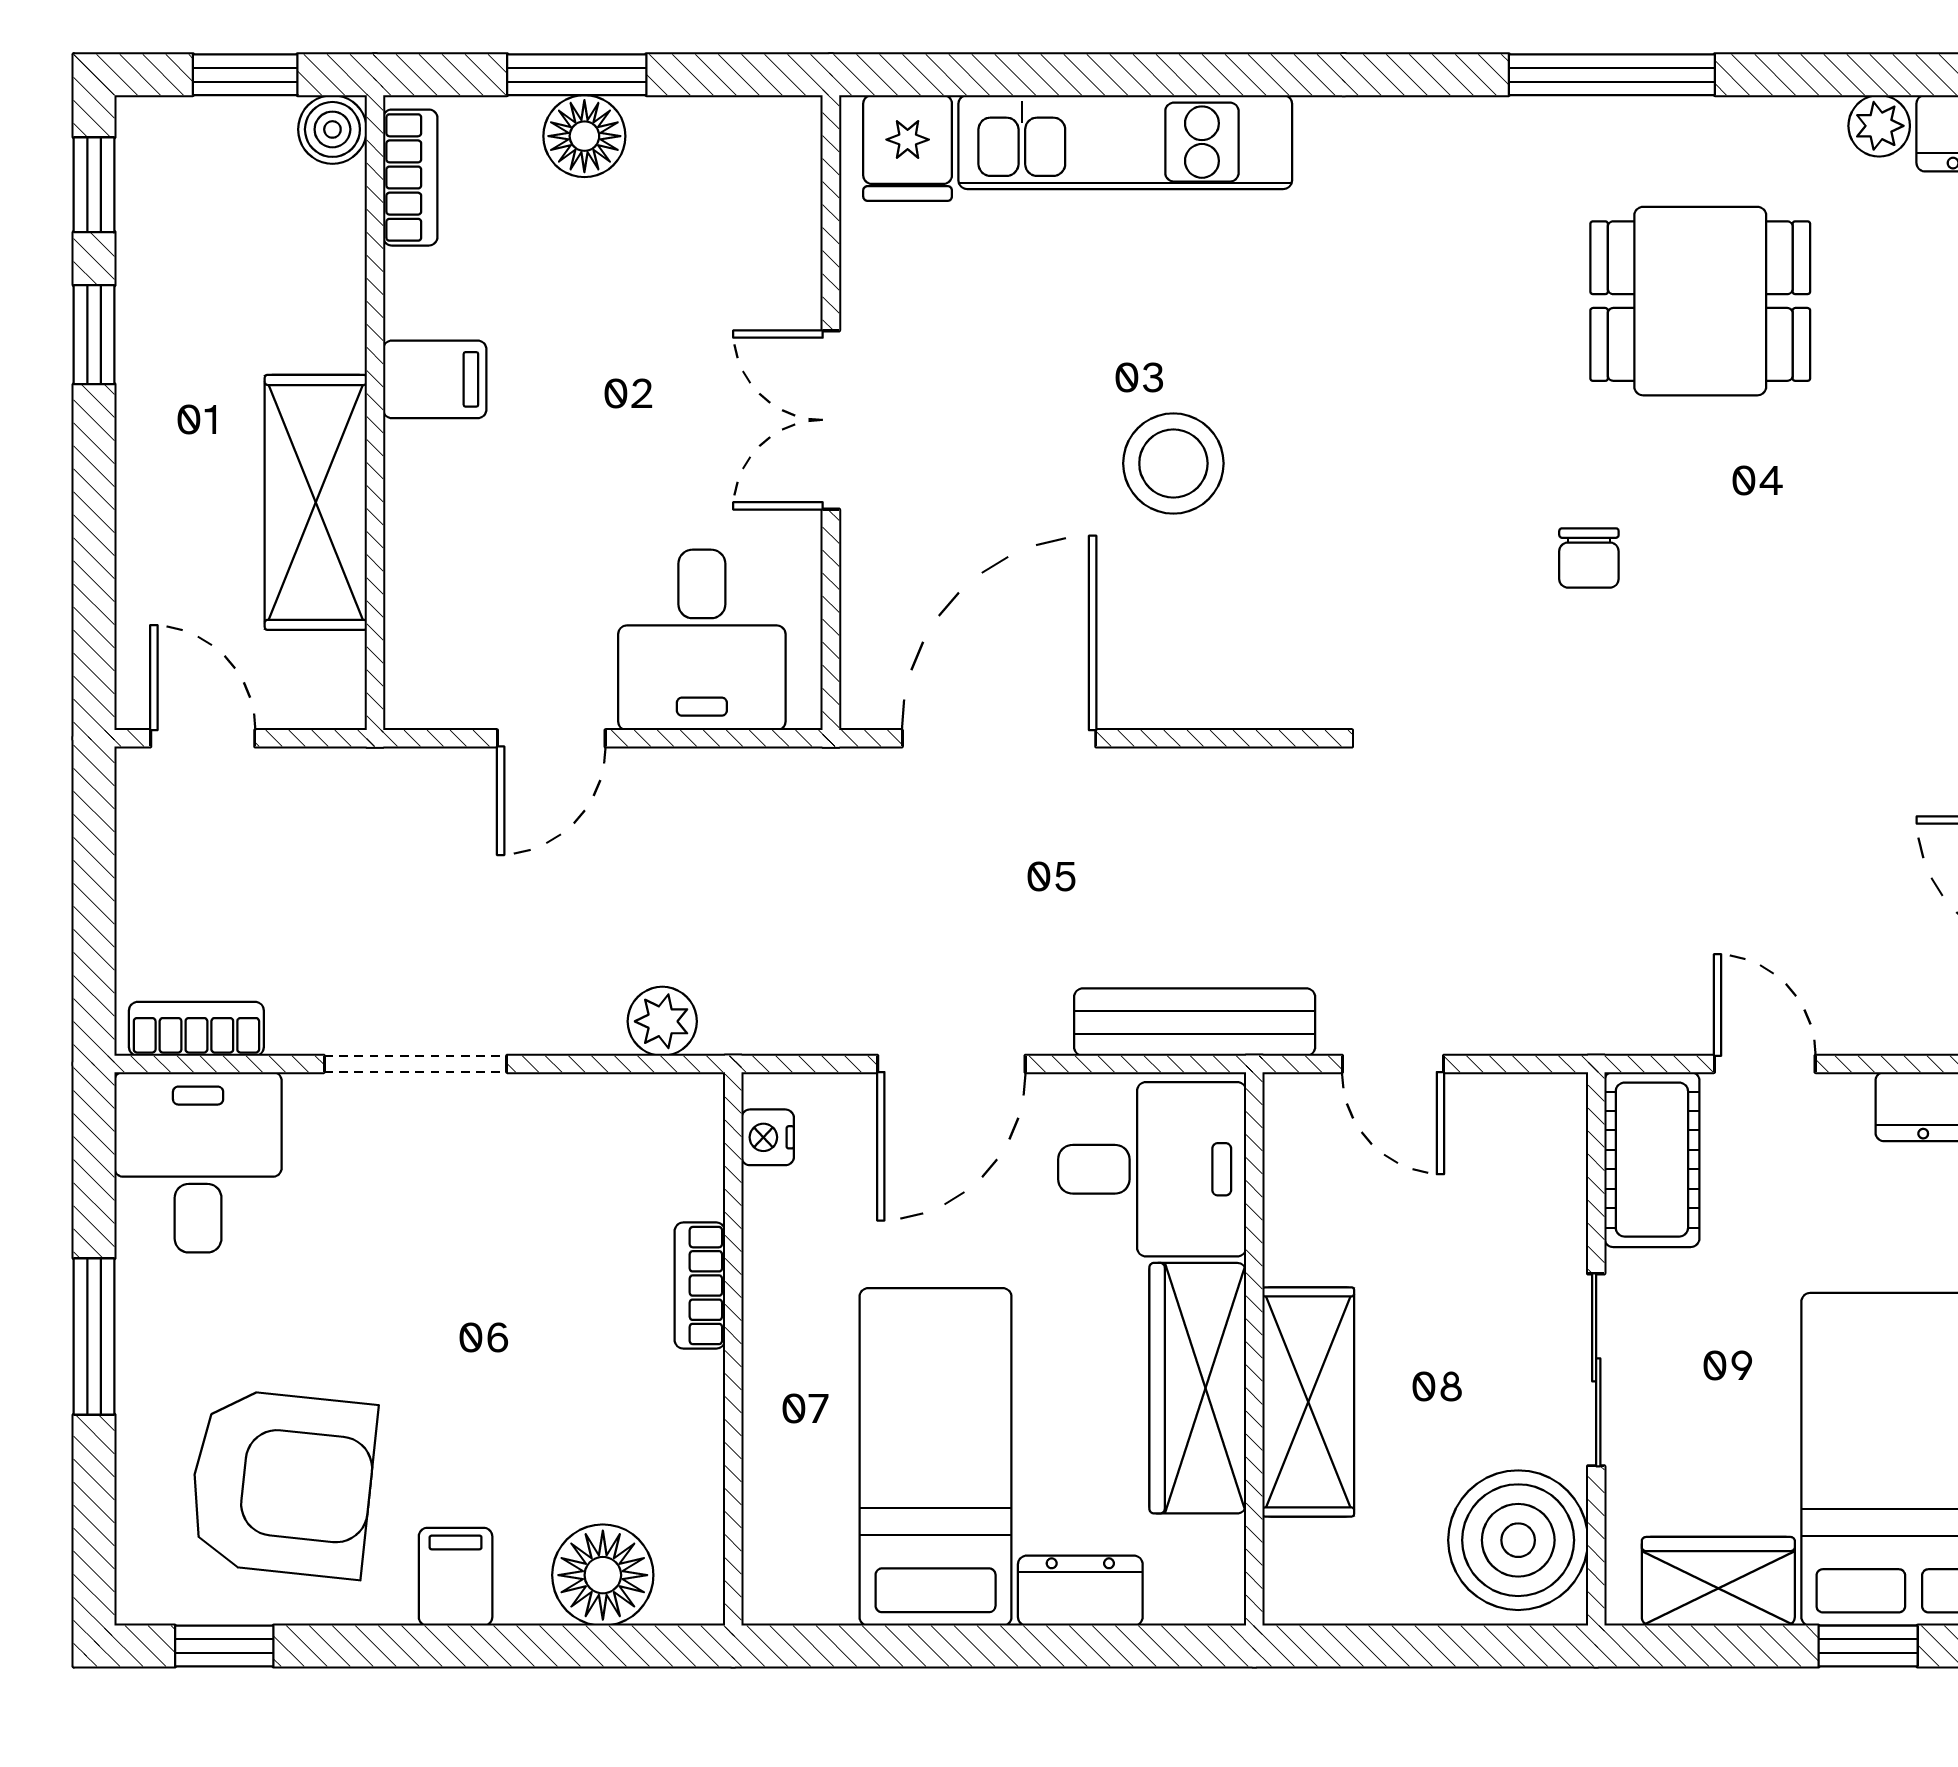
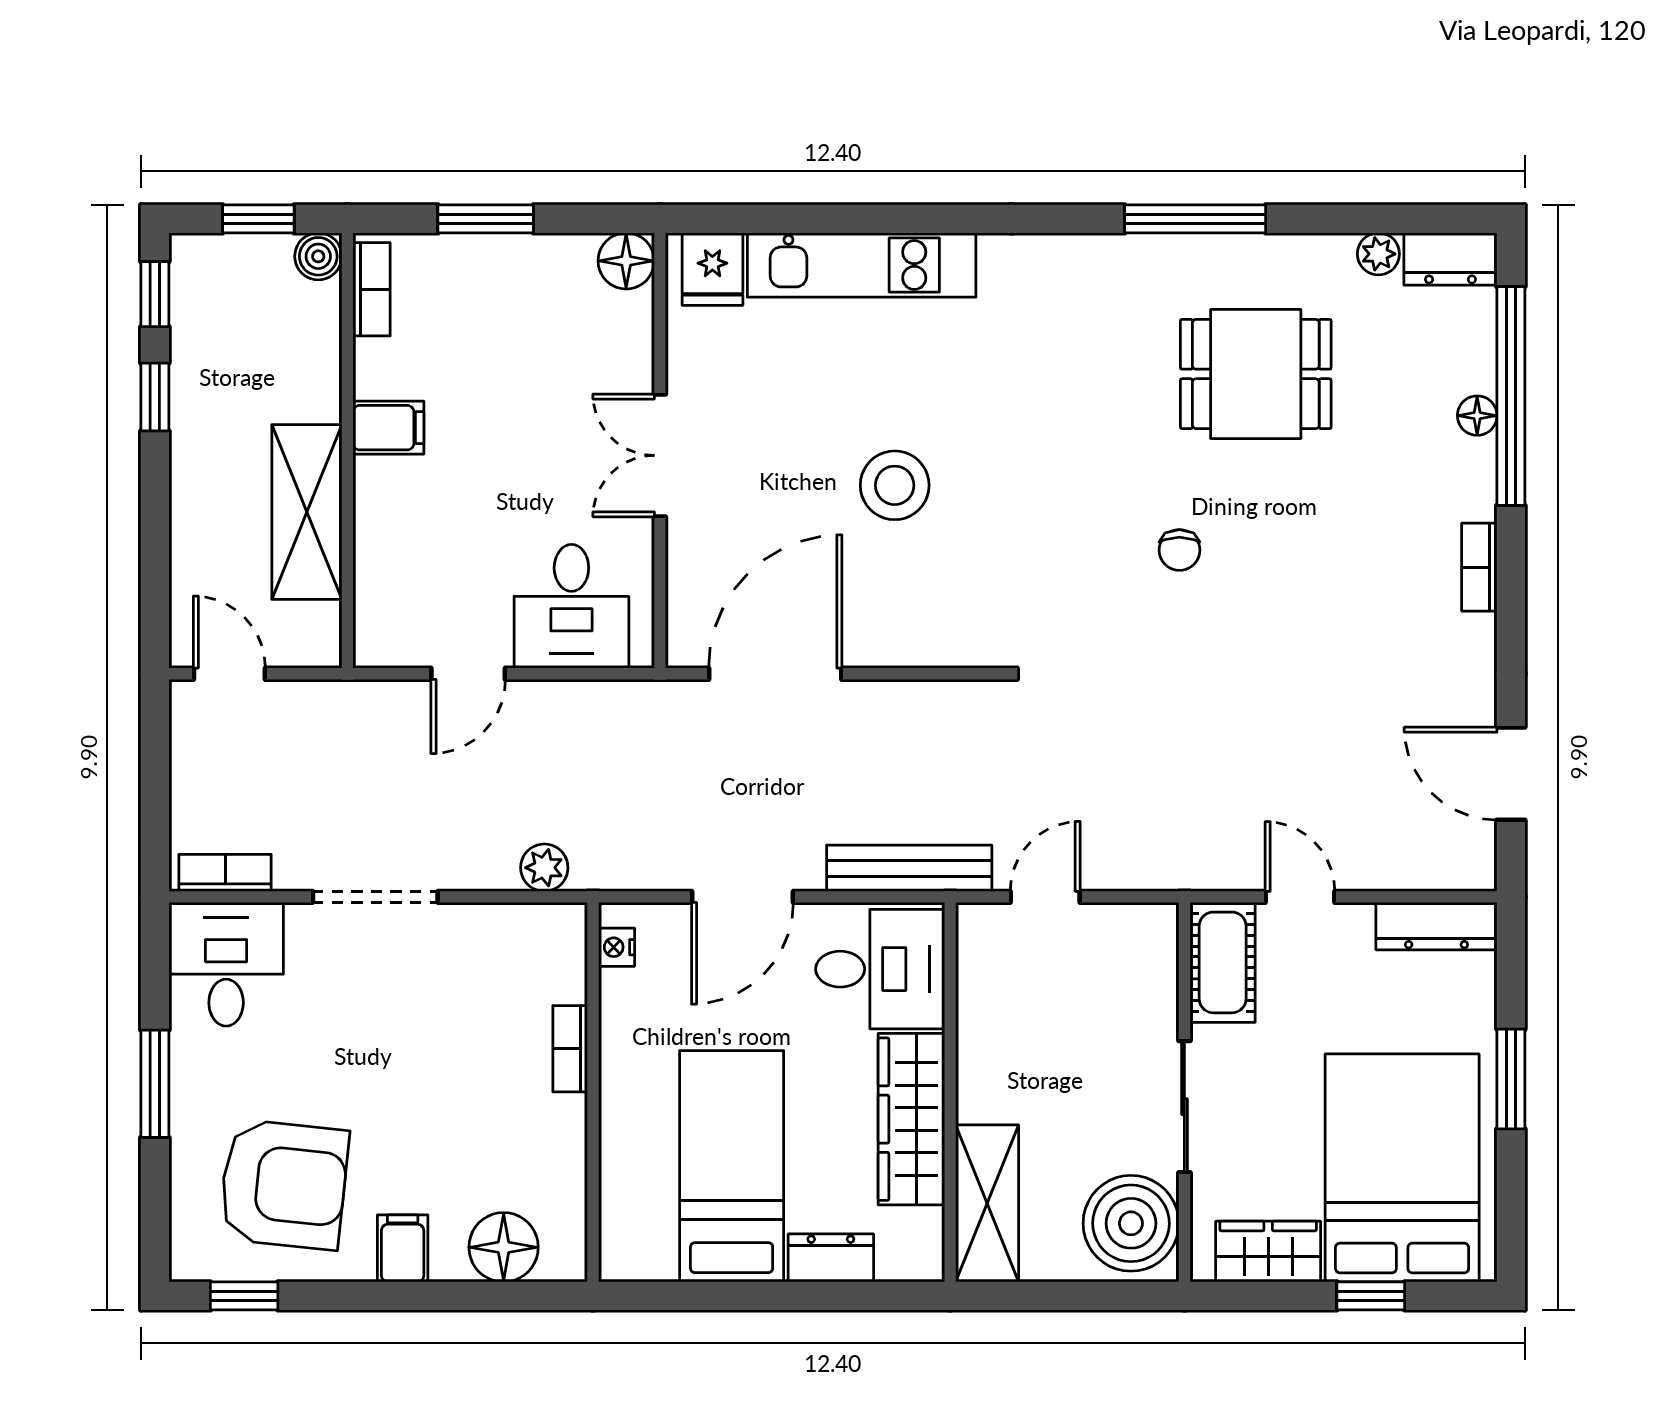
floor lamp: (584, 136) -> (626, 261), moved
door: (1393, 1064) -> (1045, 897), swing flipped
shelving: (1308, 1402) -> (987, 1203), moved

